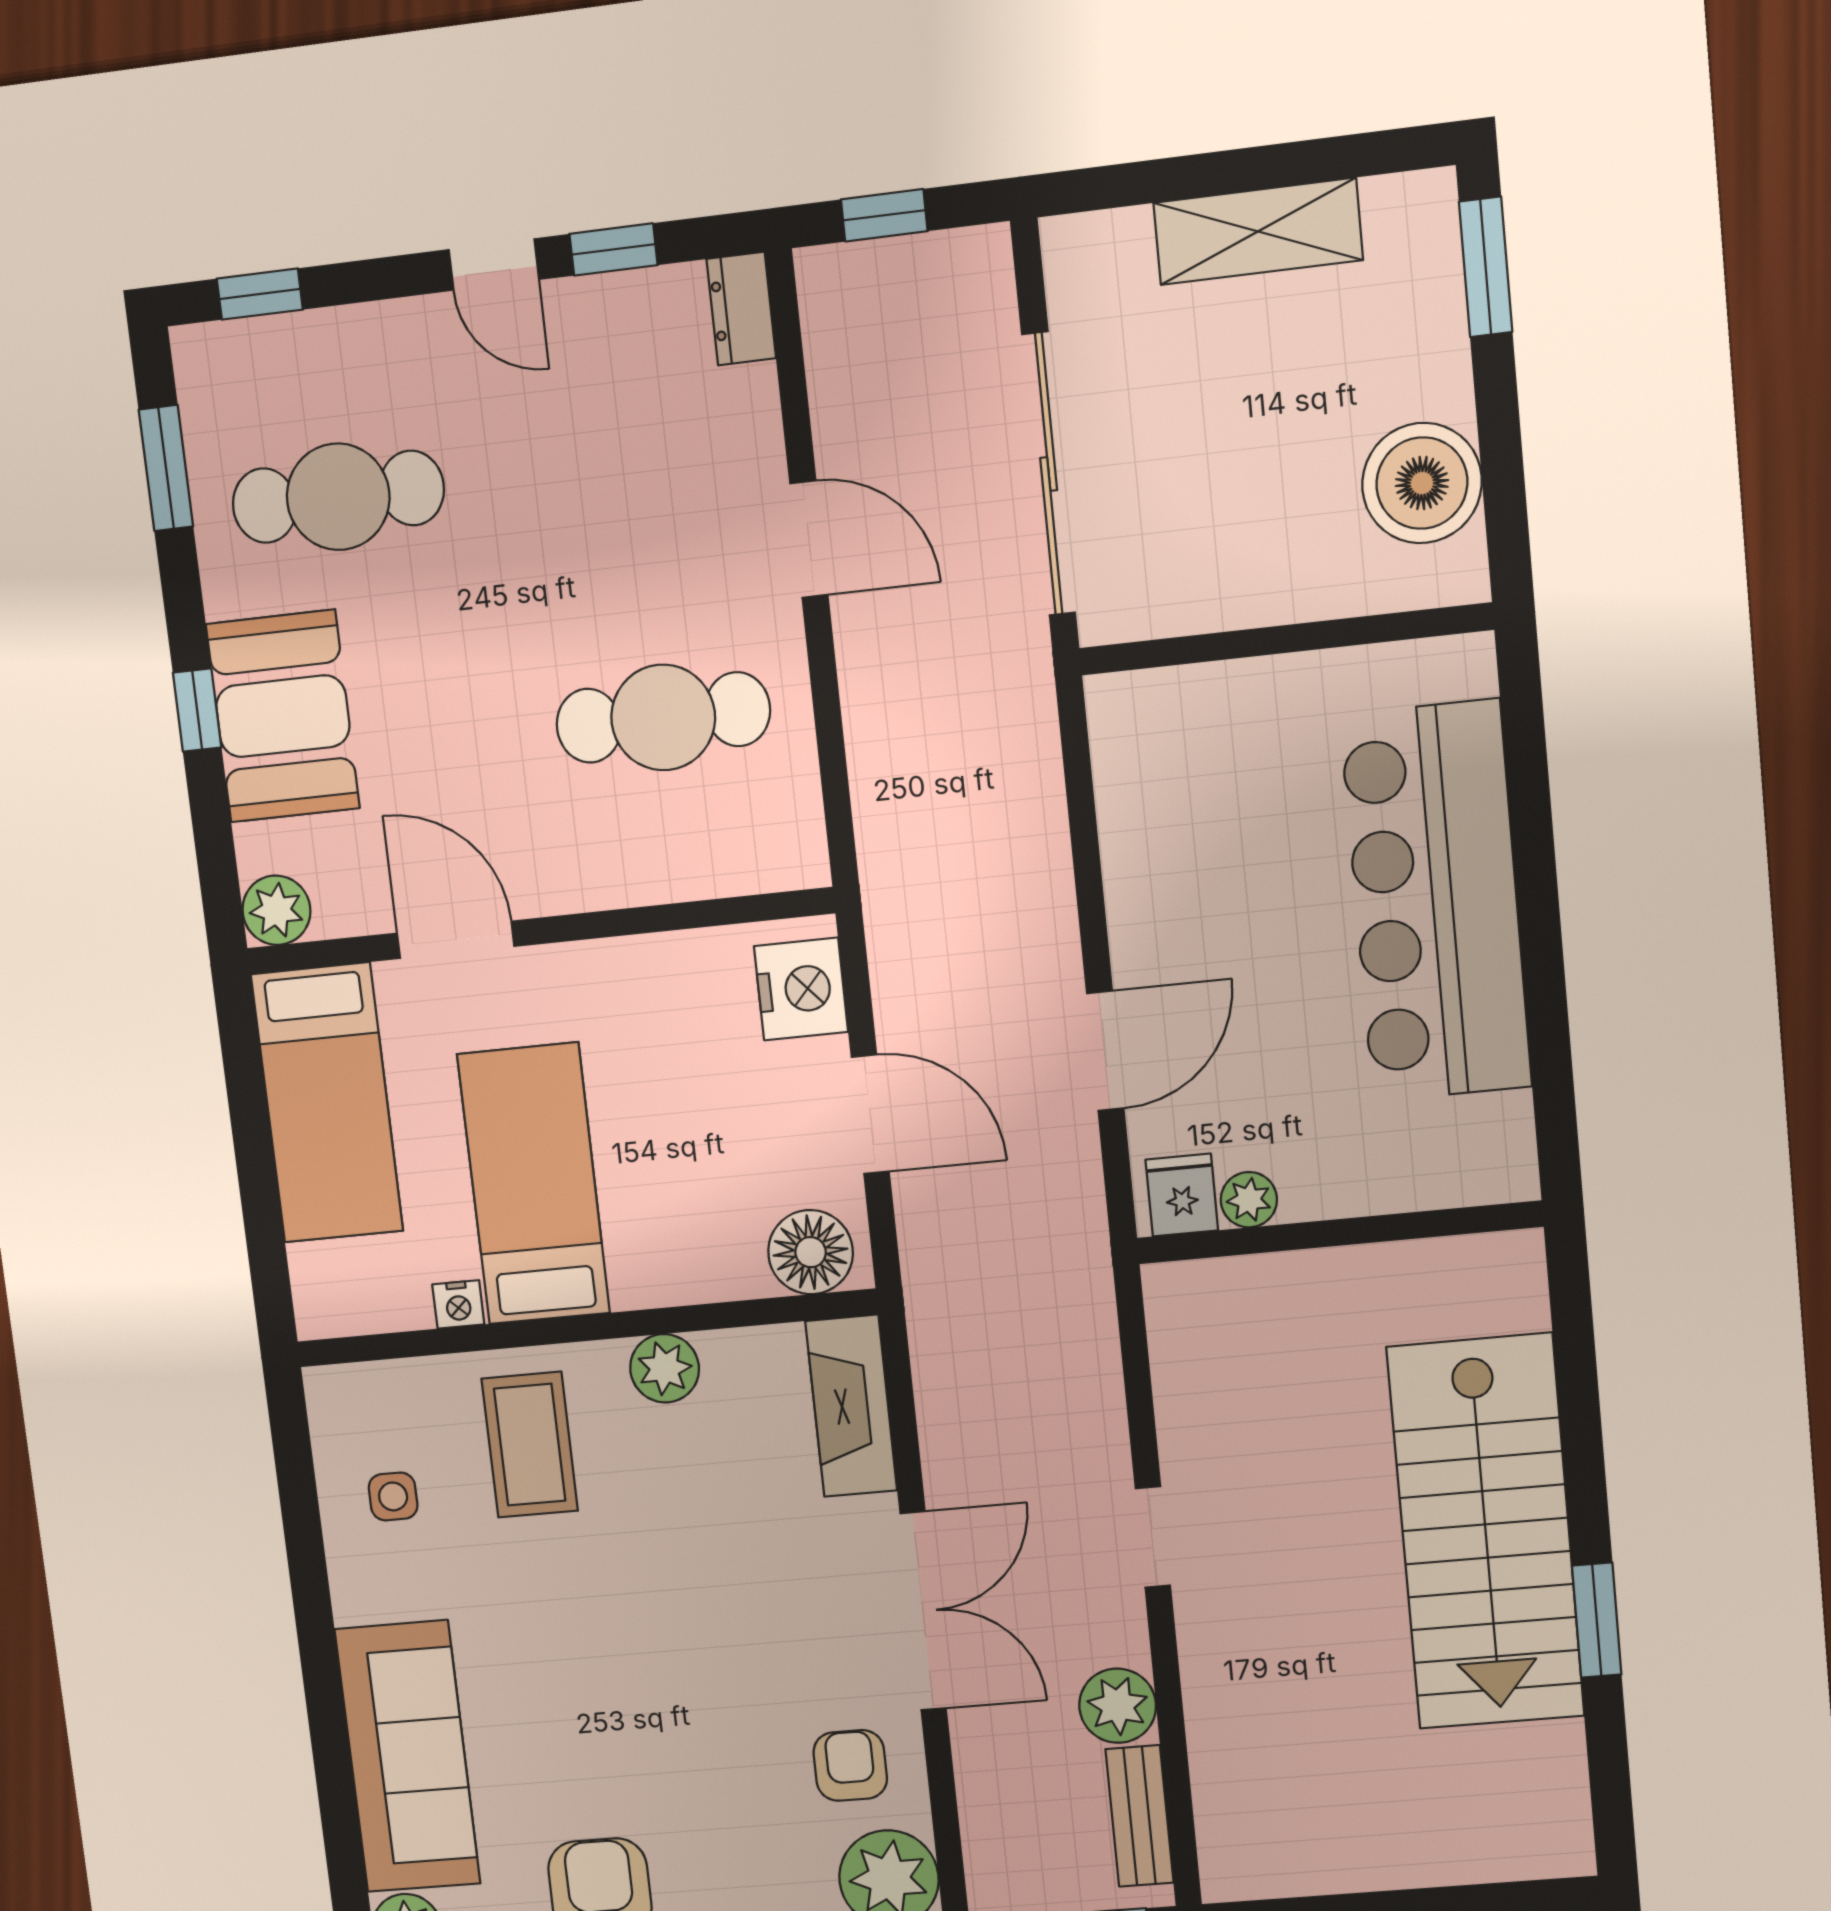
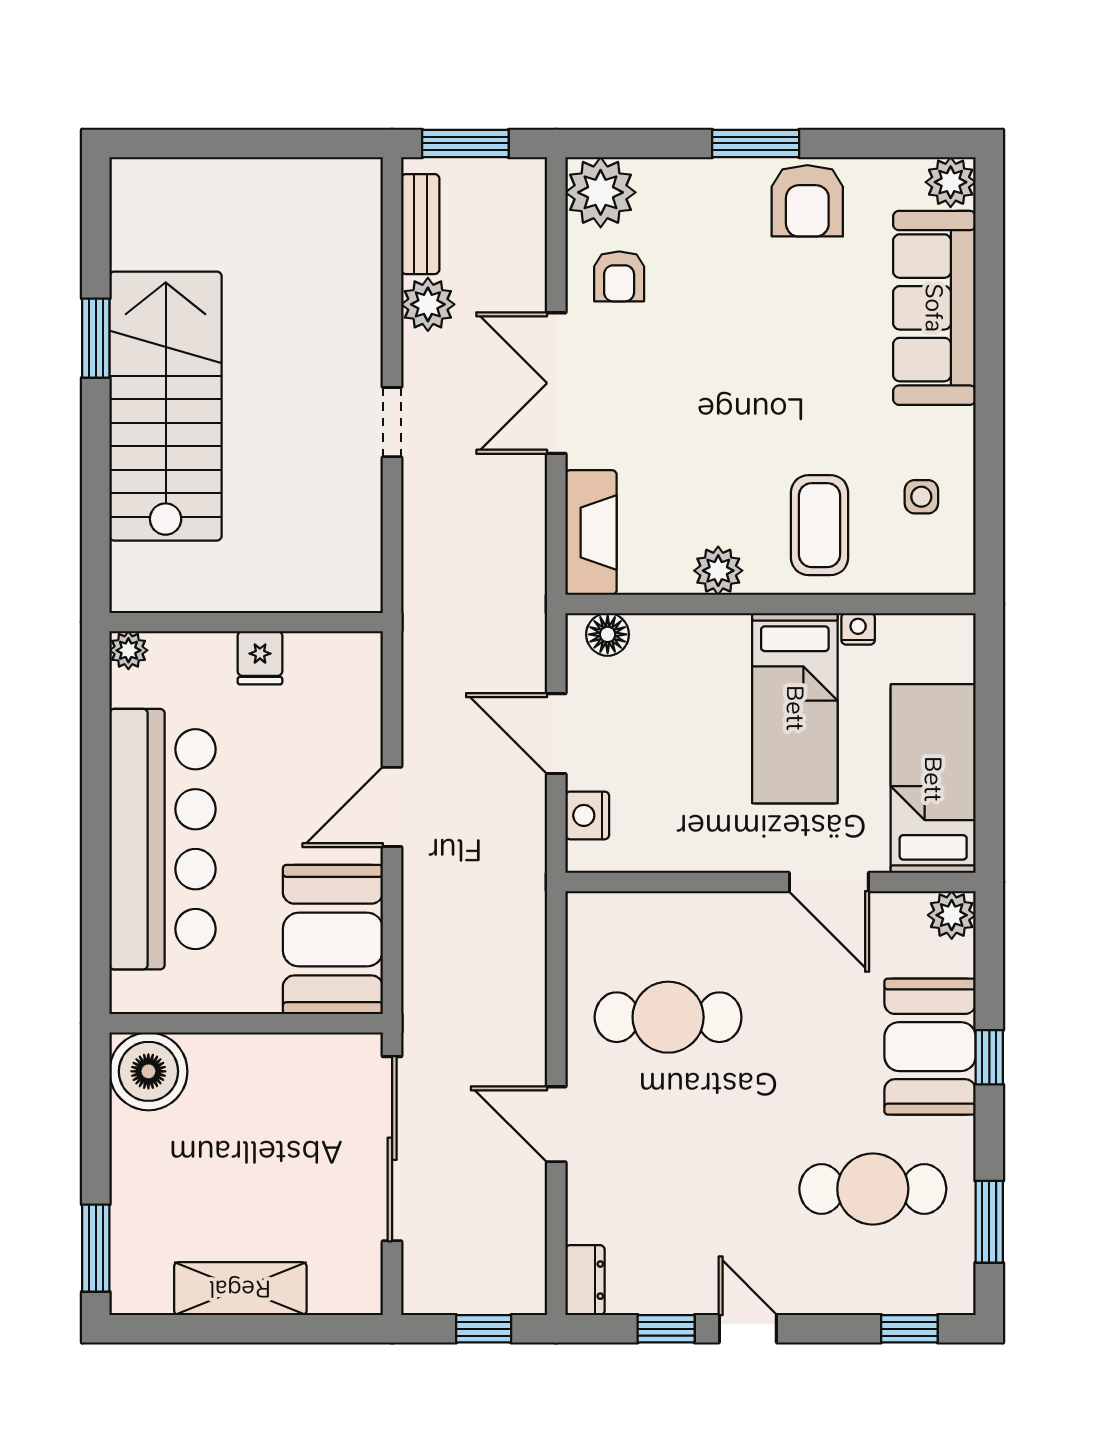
boiler: (1422, 483) -> (148, 1071), moved
booth: (1167, 779) -> (333, 940), added
nightstand: (801, 989) -> (587, 815), width x0.74, depth x0.75
door: (1105, 1051) -> (392, 807), moved
fridge: (1182, 1195) -> (260, 658), moved
plant: (1249, 1200) -> (128, 650), moved
floor lamp: (811, 1252) -> (608, 634), width x0.73, depth x0.73

